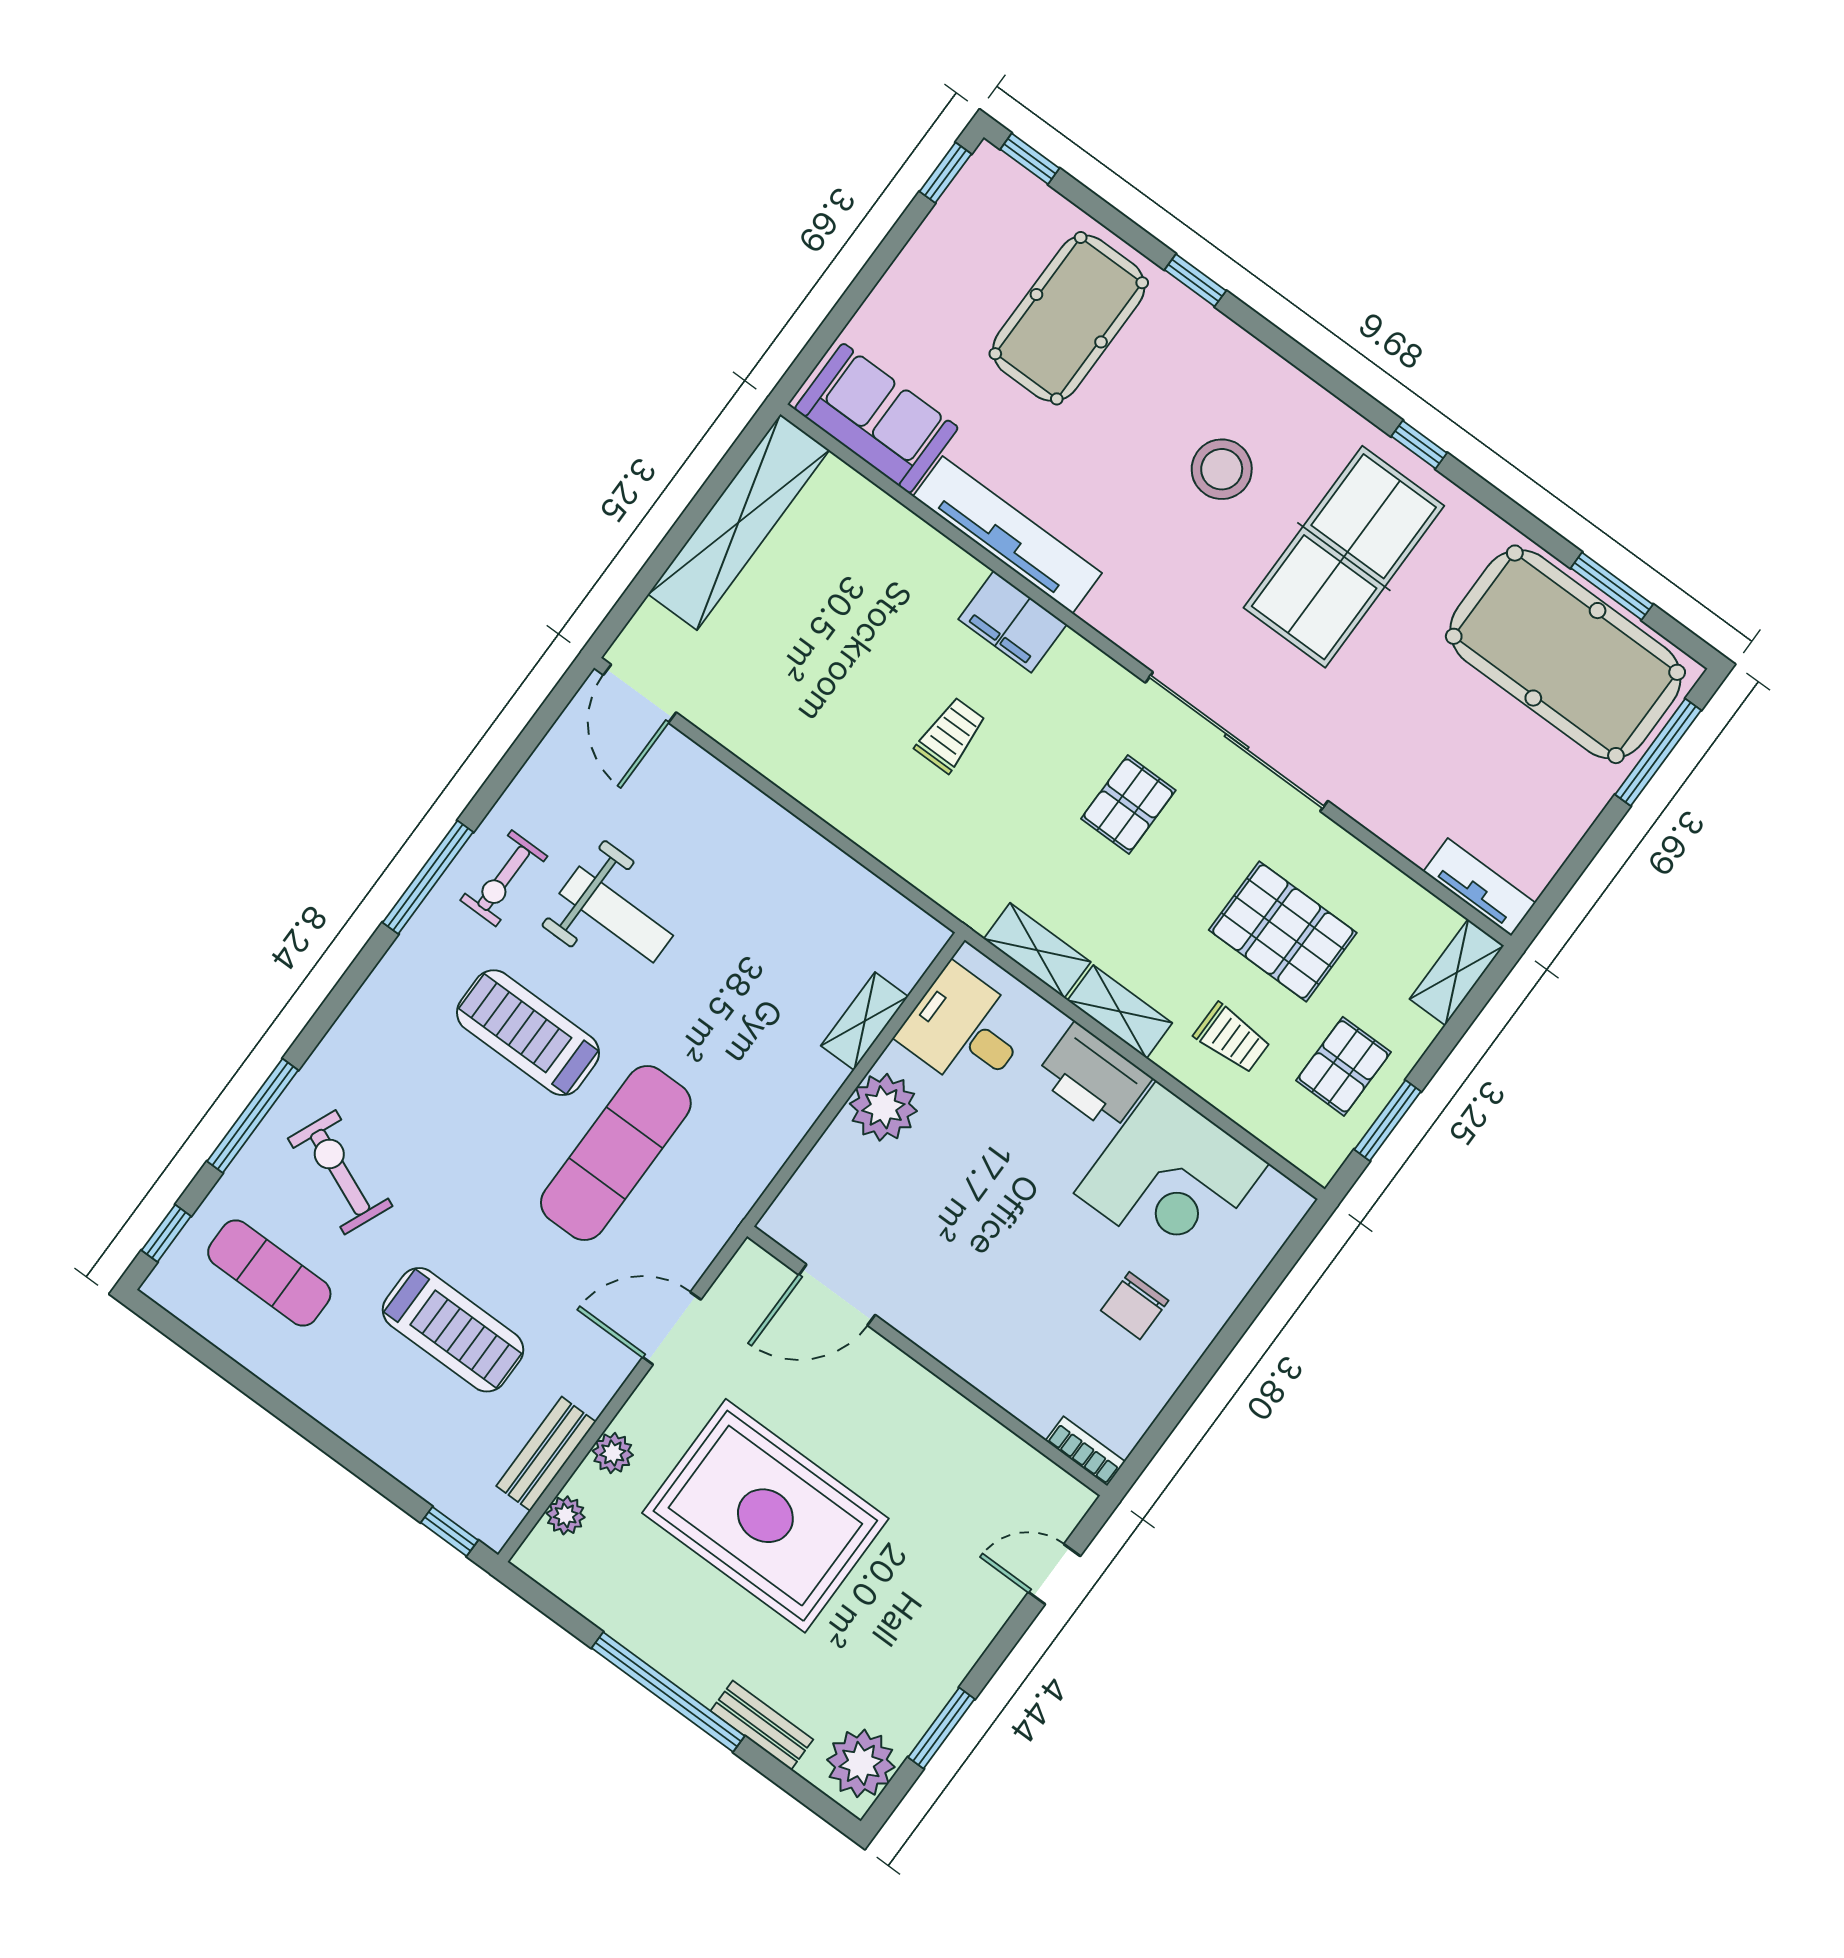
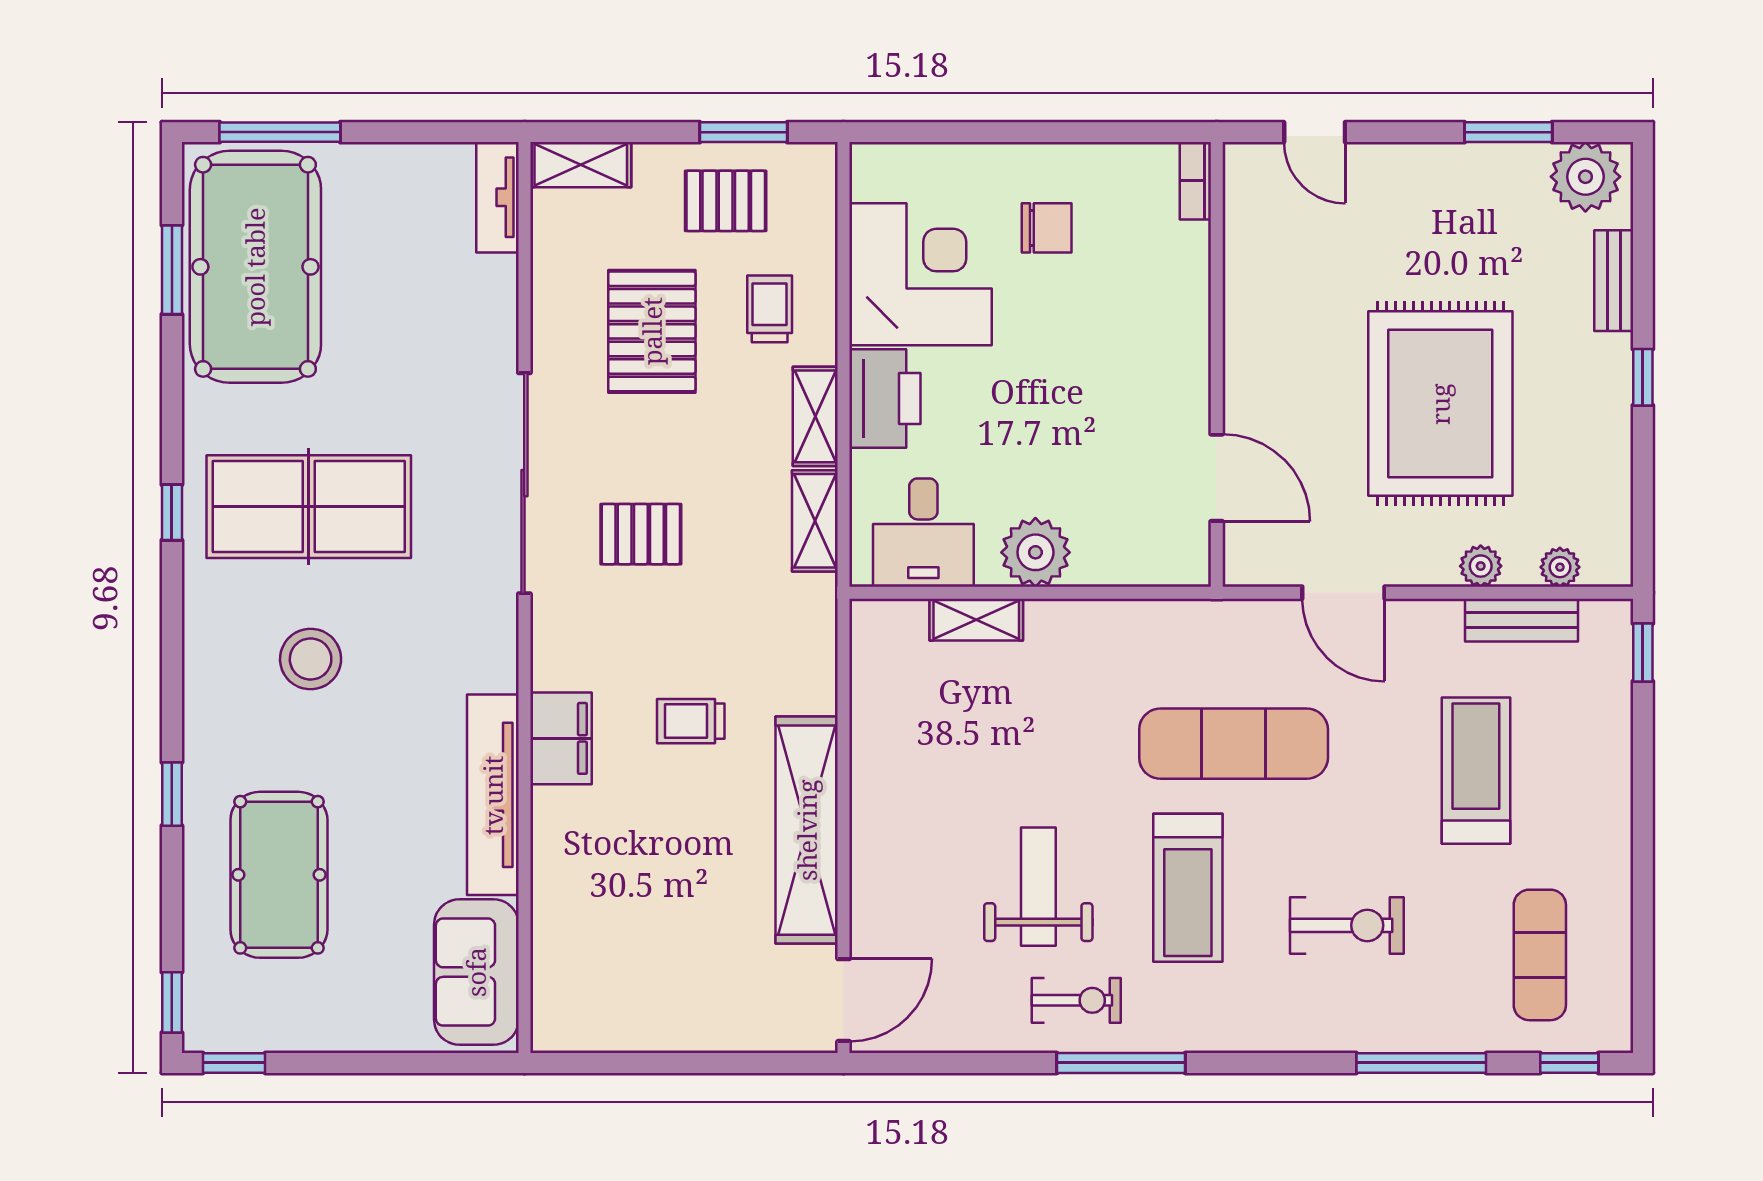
pool table: (1069, 318) -> (279, 875), turned 90
shelving: (739, 522) -> (807, 830), moved, turned 90
exercise bike: (340, 1172) -> (1347, 925), moved, turned -113
window: (668, 1692) -> (1643, 377), width x0.32

